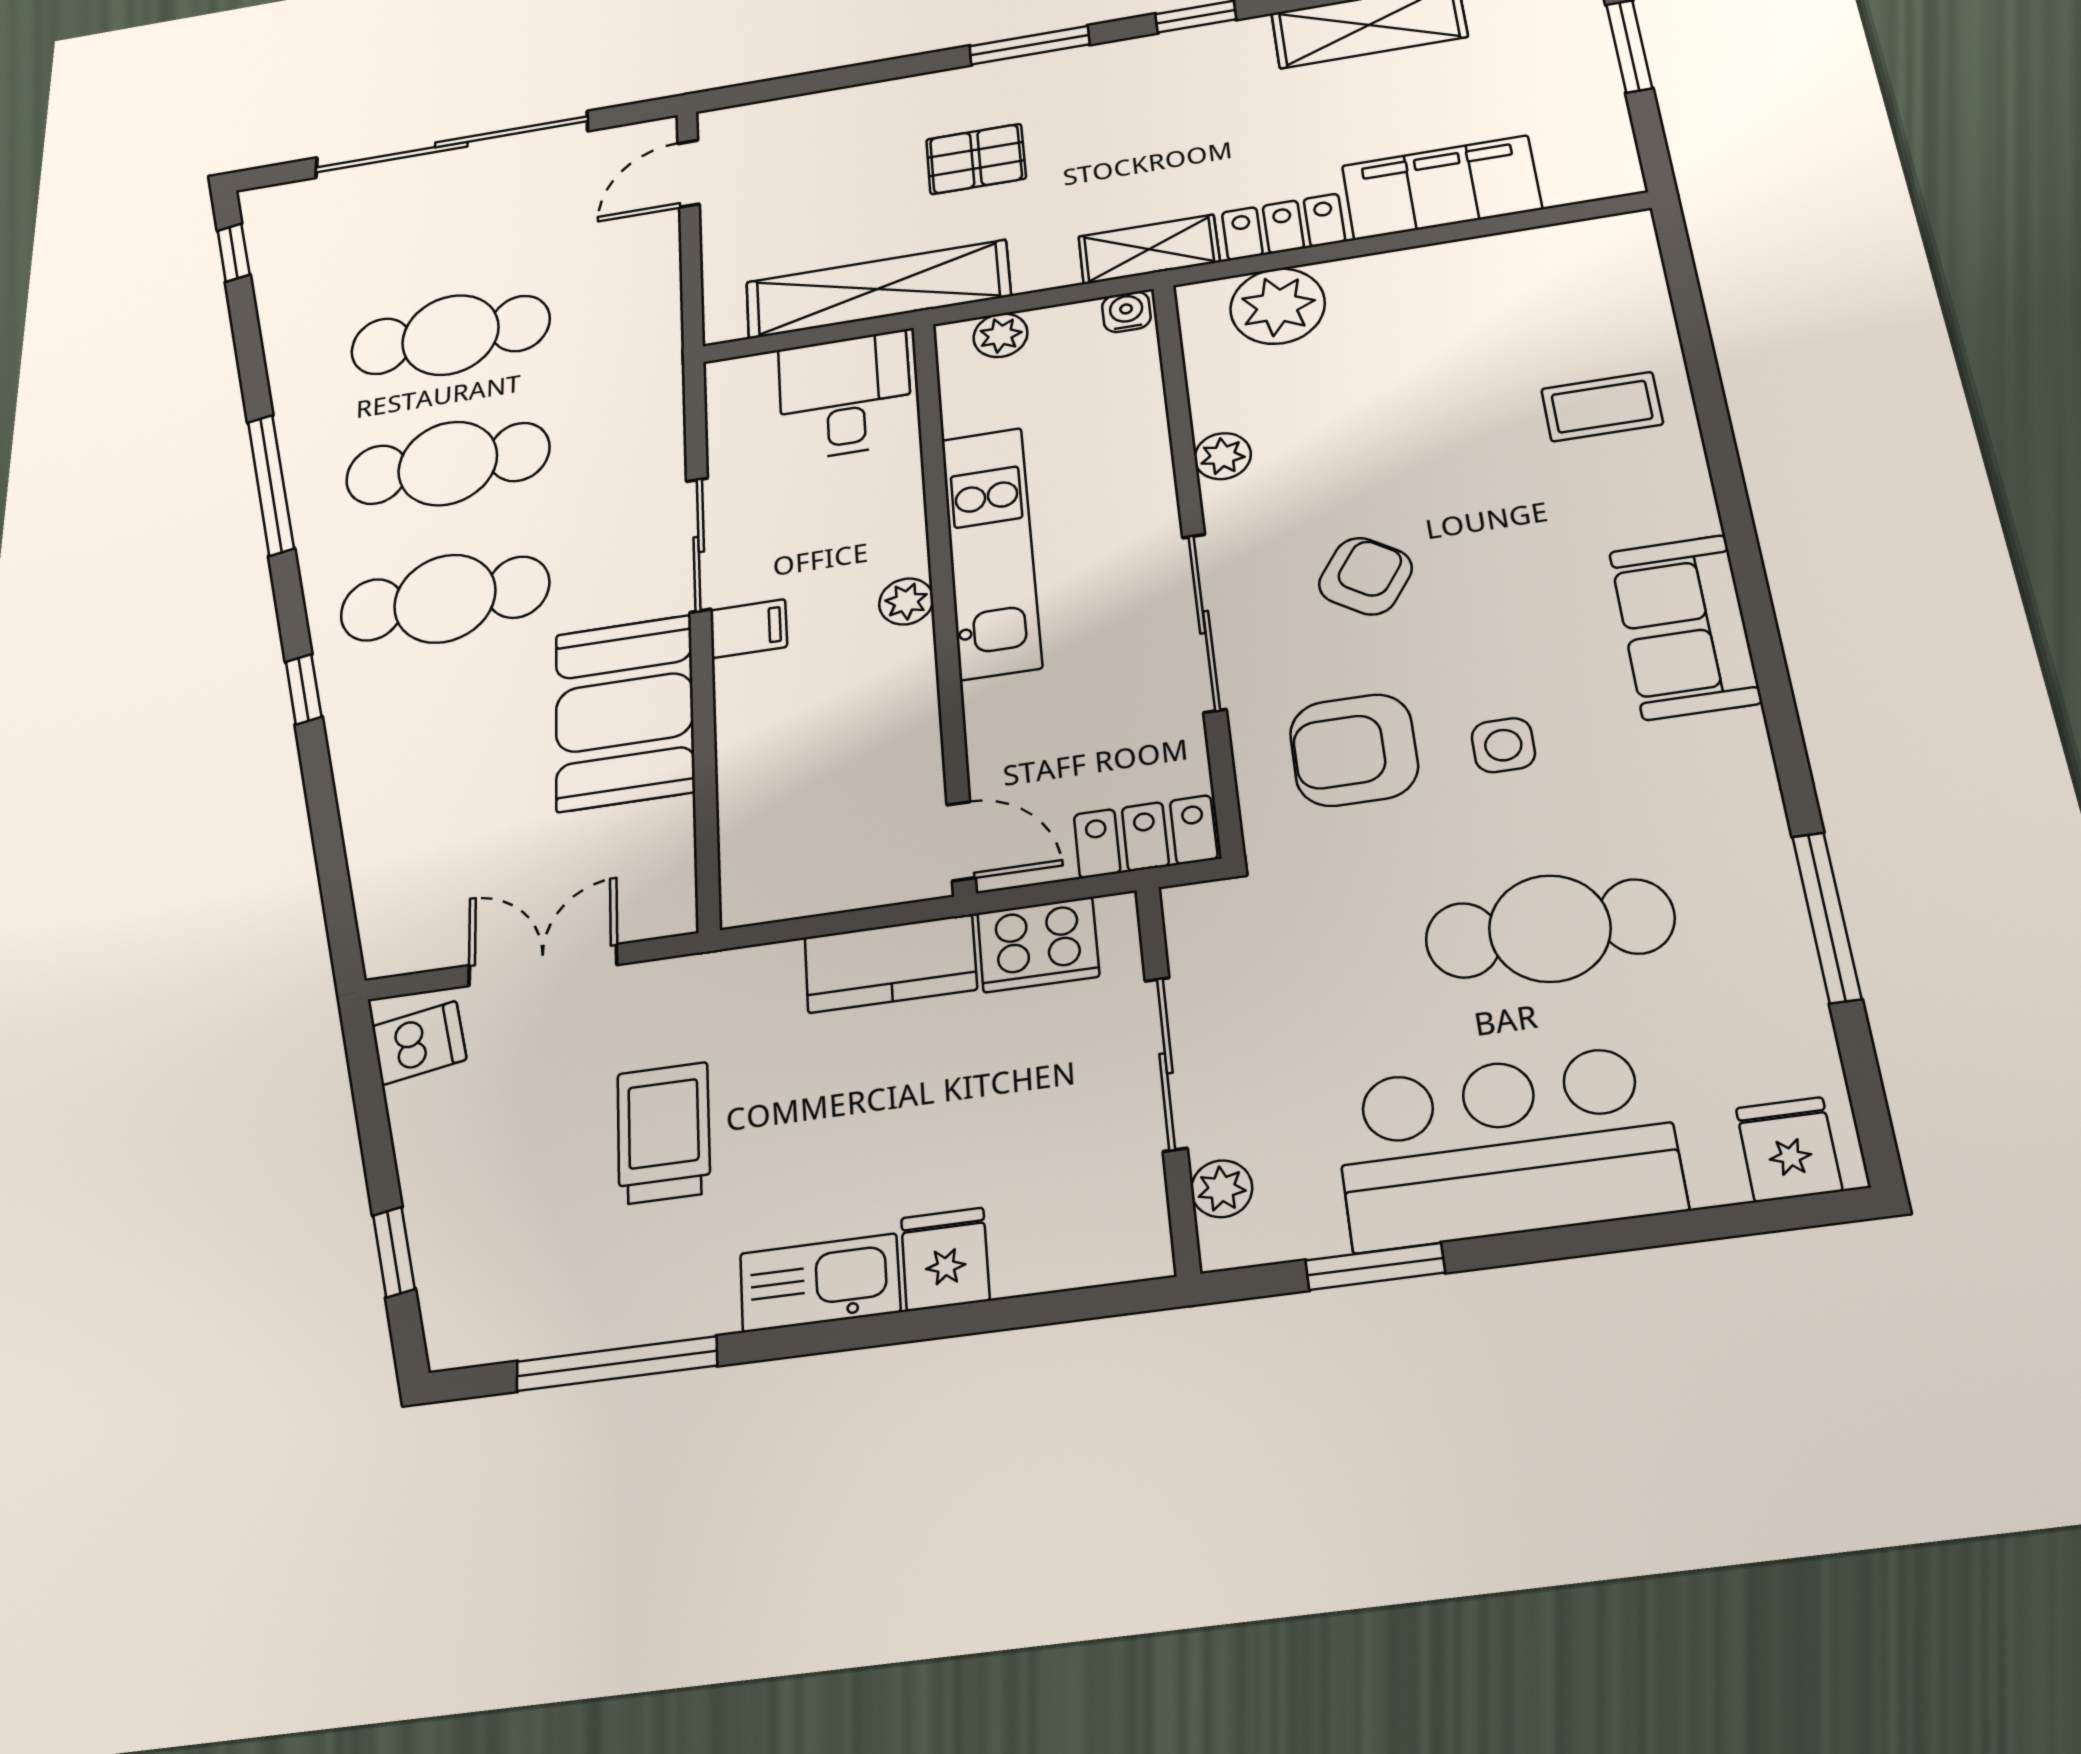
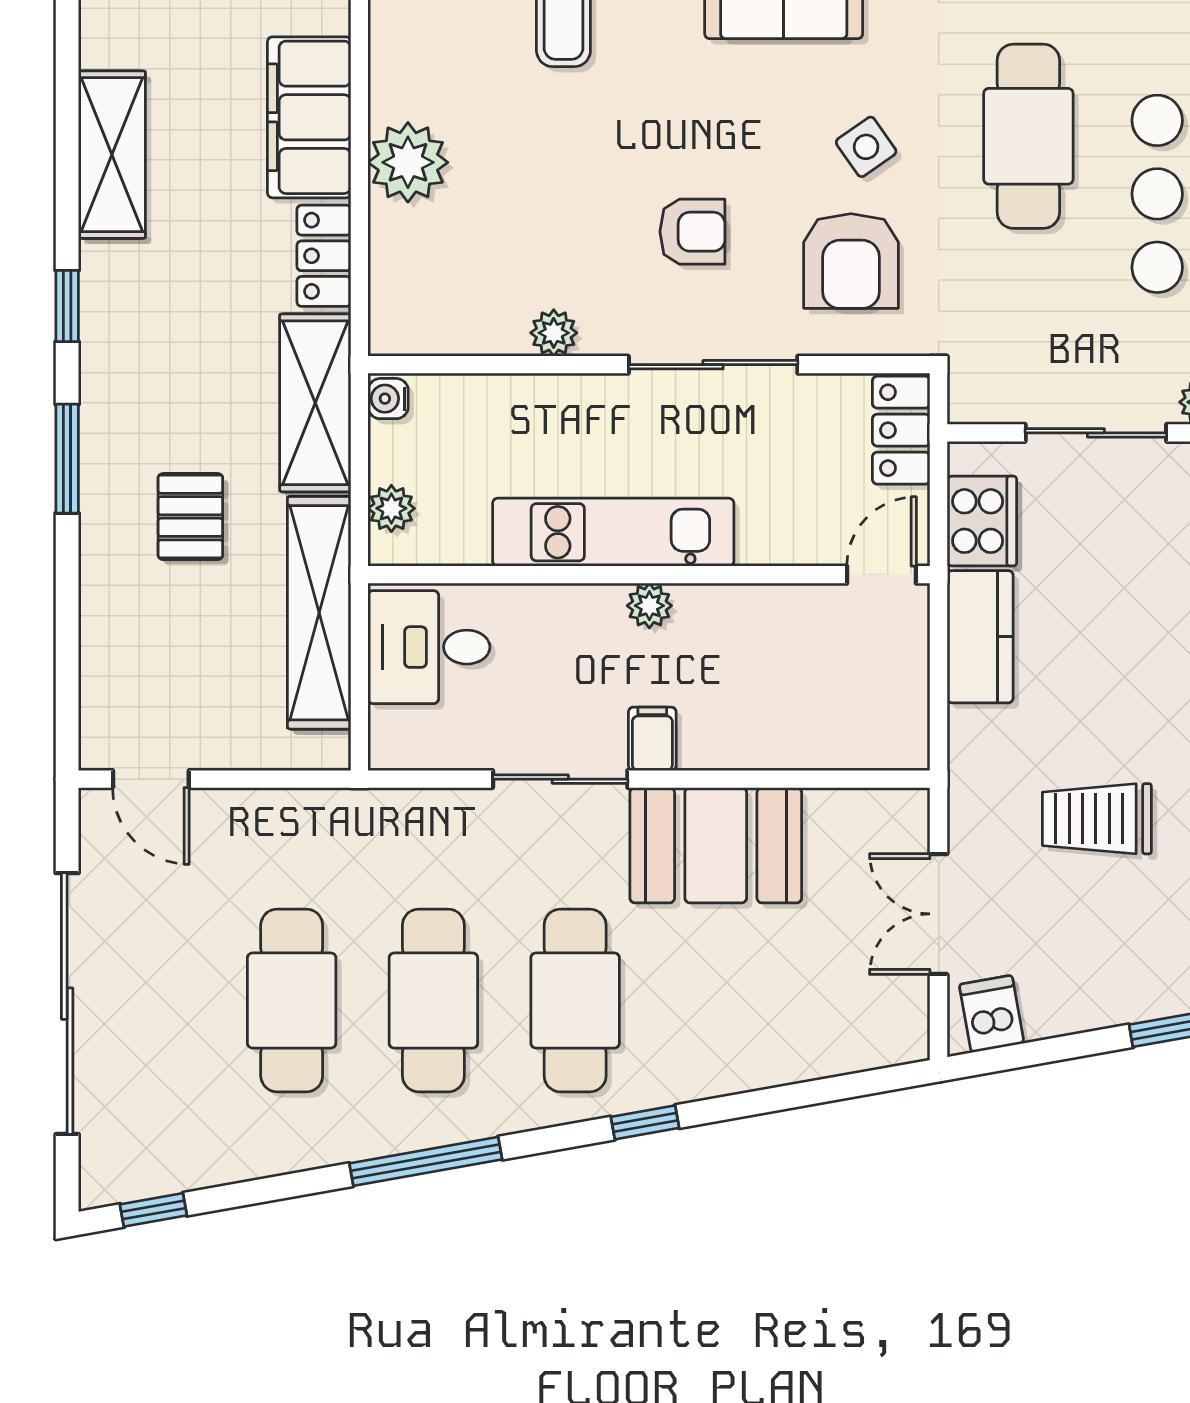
shelving: (1149, 249) -> (315, 403), width x1.50, depth x1.33
plant: (1278, 306) -> (408, 162), moved
armchair: (1365, 576) -> (692, 232), turned 146
side table: (1503, 745) -> (866, 147), turned -35

